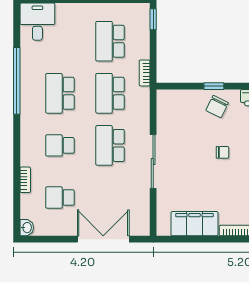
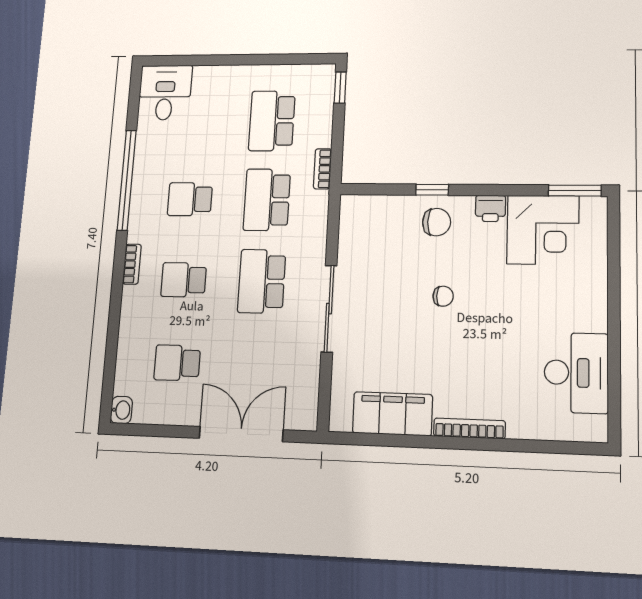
school desk: (60, 93) -> (190, 199), width x0.54
chair: (217, 107) -> (437, 222), turned -116
bookcase: (25, 180) -> (132, 264), moved

